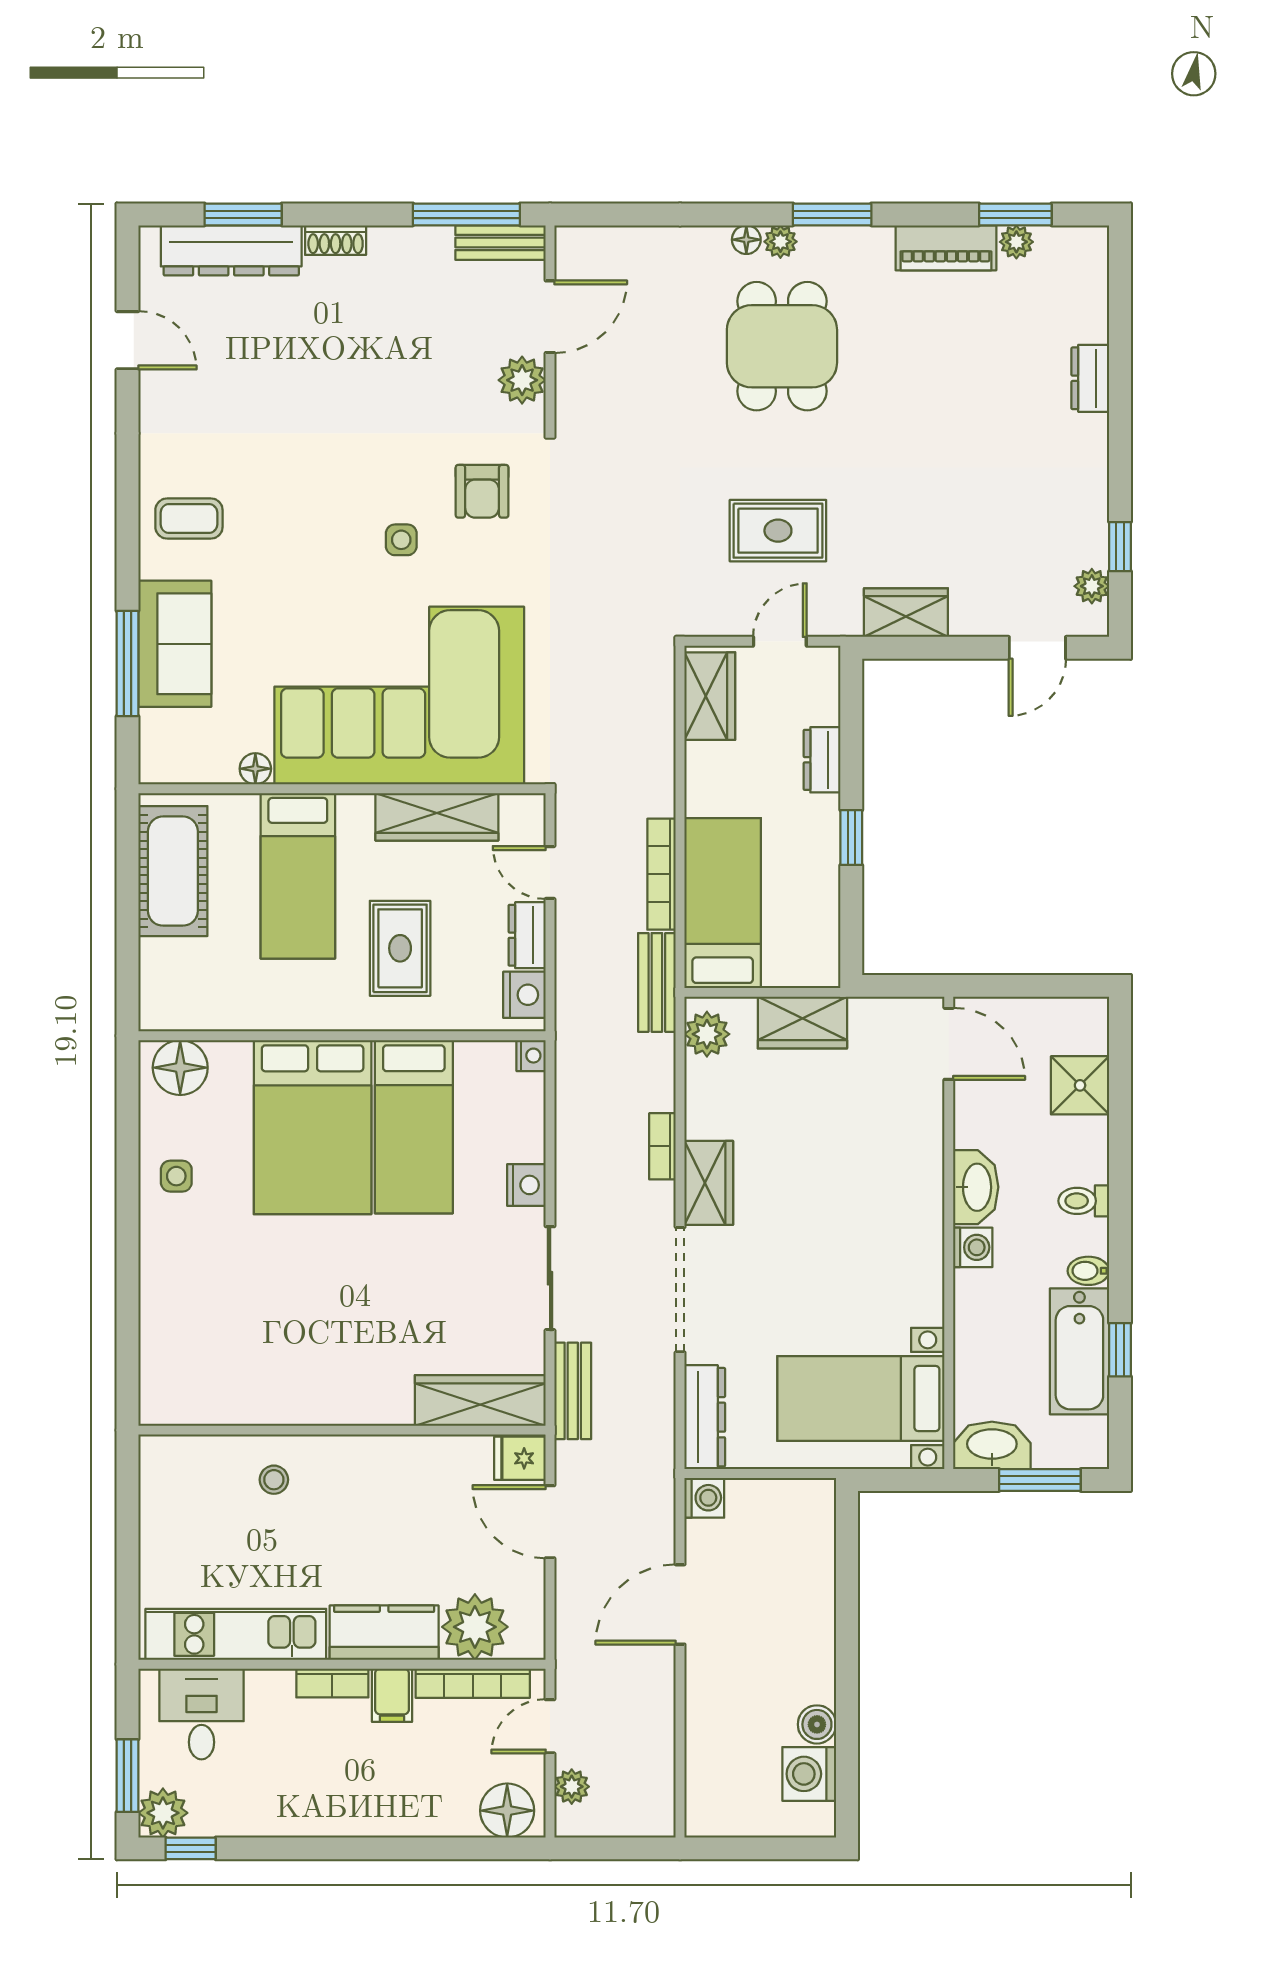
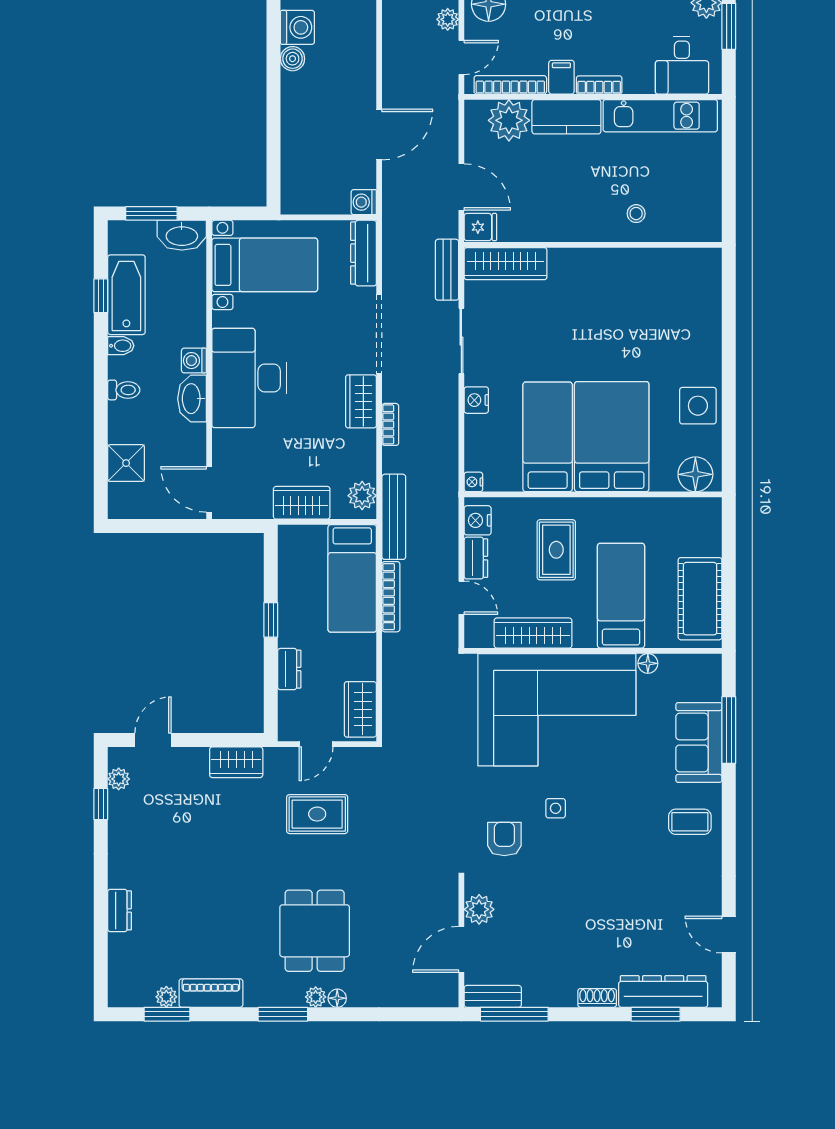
bench: (657, 982) -> (394, 517), width x1.36
side table: (176, 1176) -> (698, 406), width x1.87, depth x1.87
desk: (886, 1220) -> (249, 378), added

